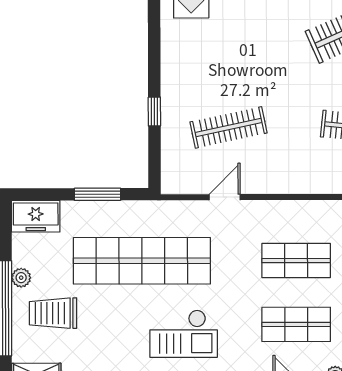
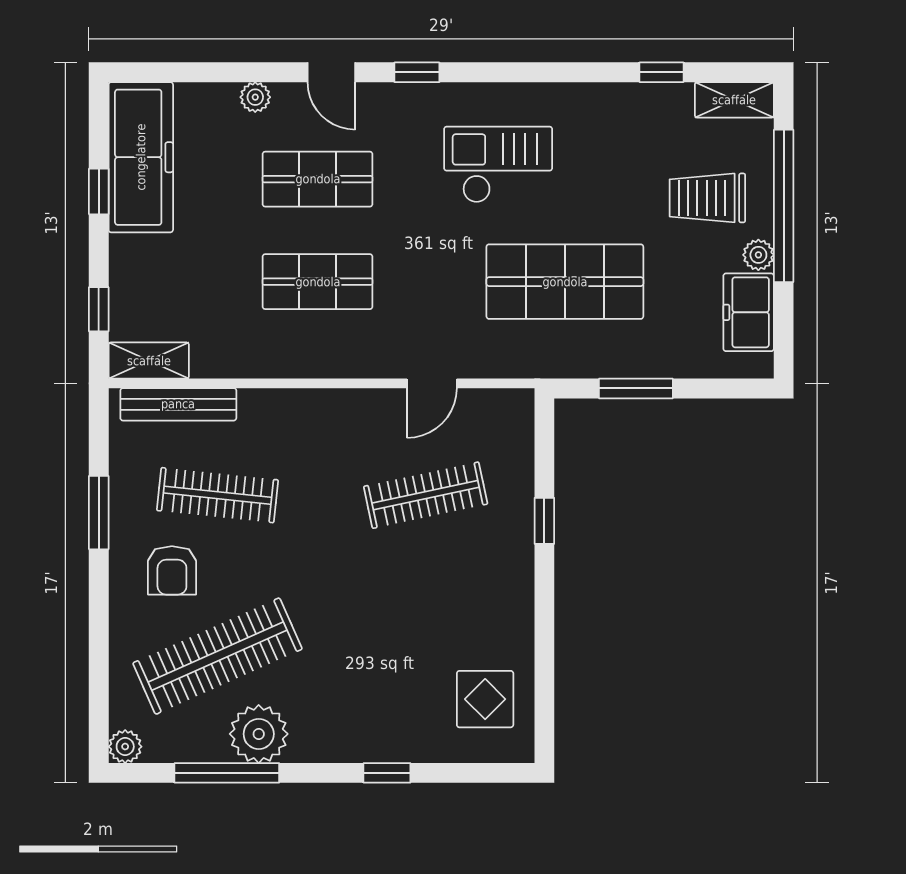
freezer: (36, 216) -> (749, 312), moved, turned -90
shop shelf: (142, 261) -> (565, 282), width x0.71
trolley: (53, 313) -> (707, 198), turned 180

